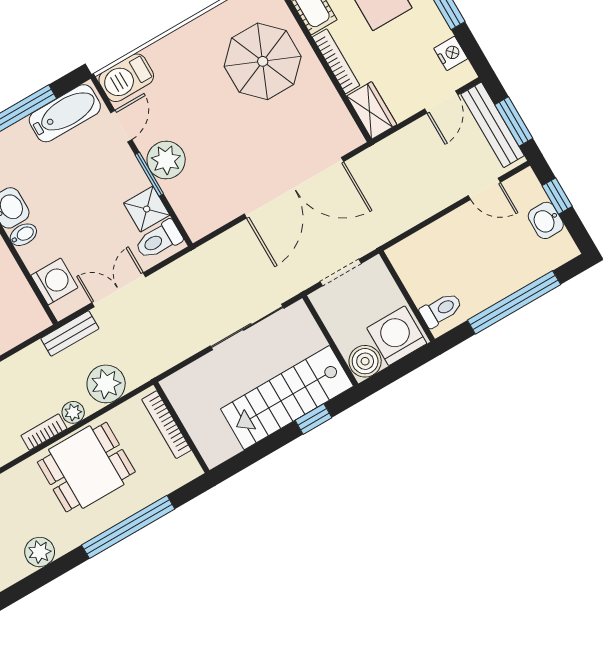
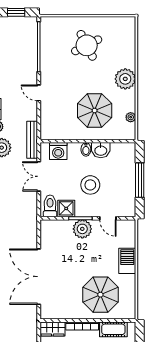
barbecue: (126, 78) -> (127, 261), moved
bathtub: (65, 113) -> (127, 197), removed
stool: (81, 191) -> (90, 185), added
double door: (119, 290) -> (39, 176), swing flipped
bench: (70, 333) -> (32, 140), width x1.36

